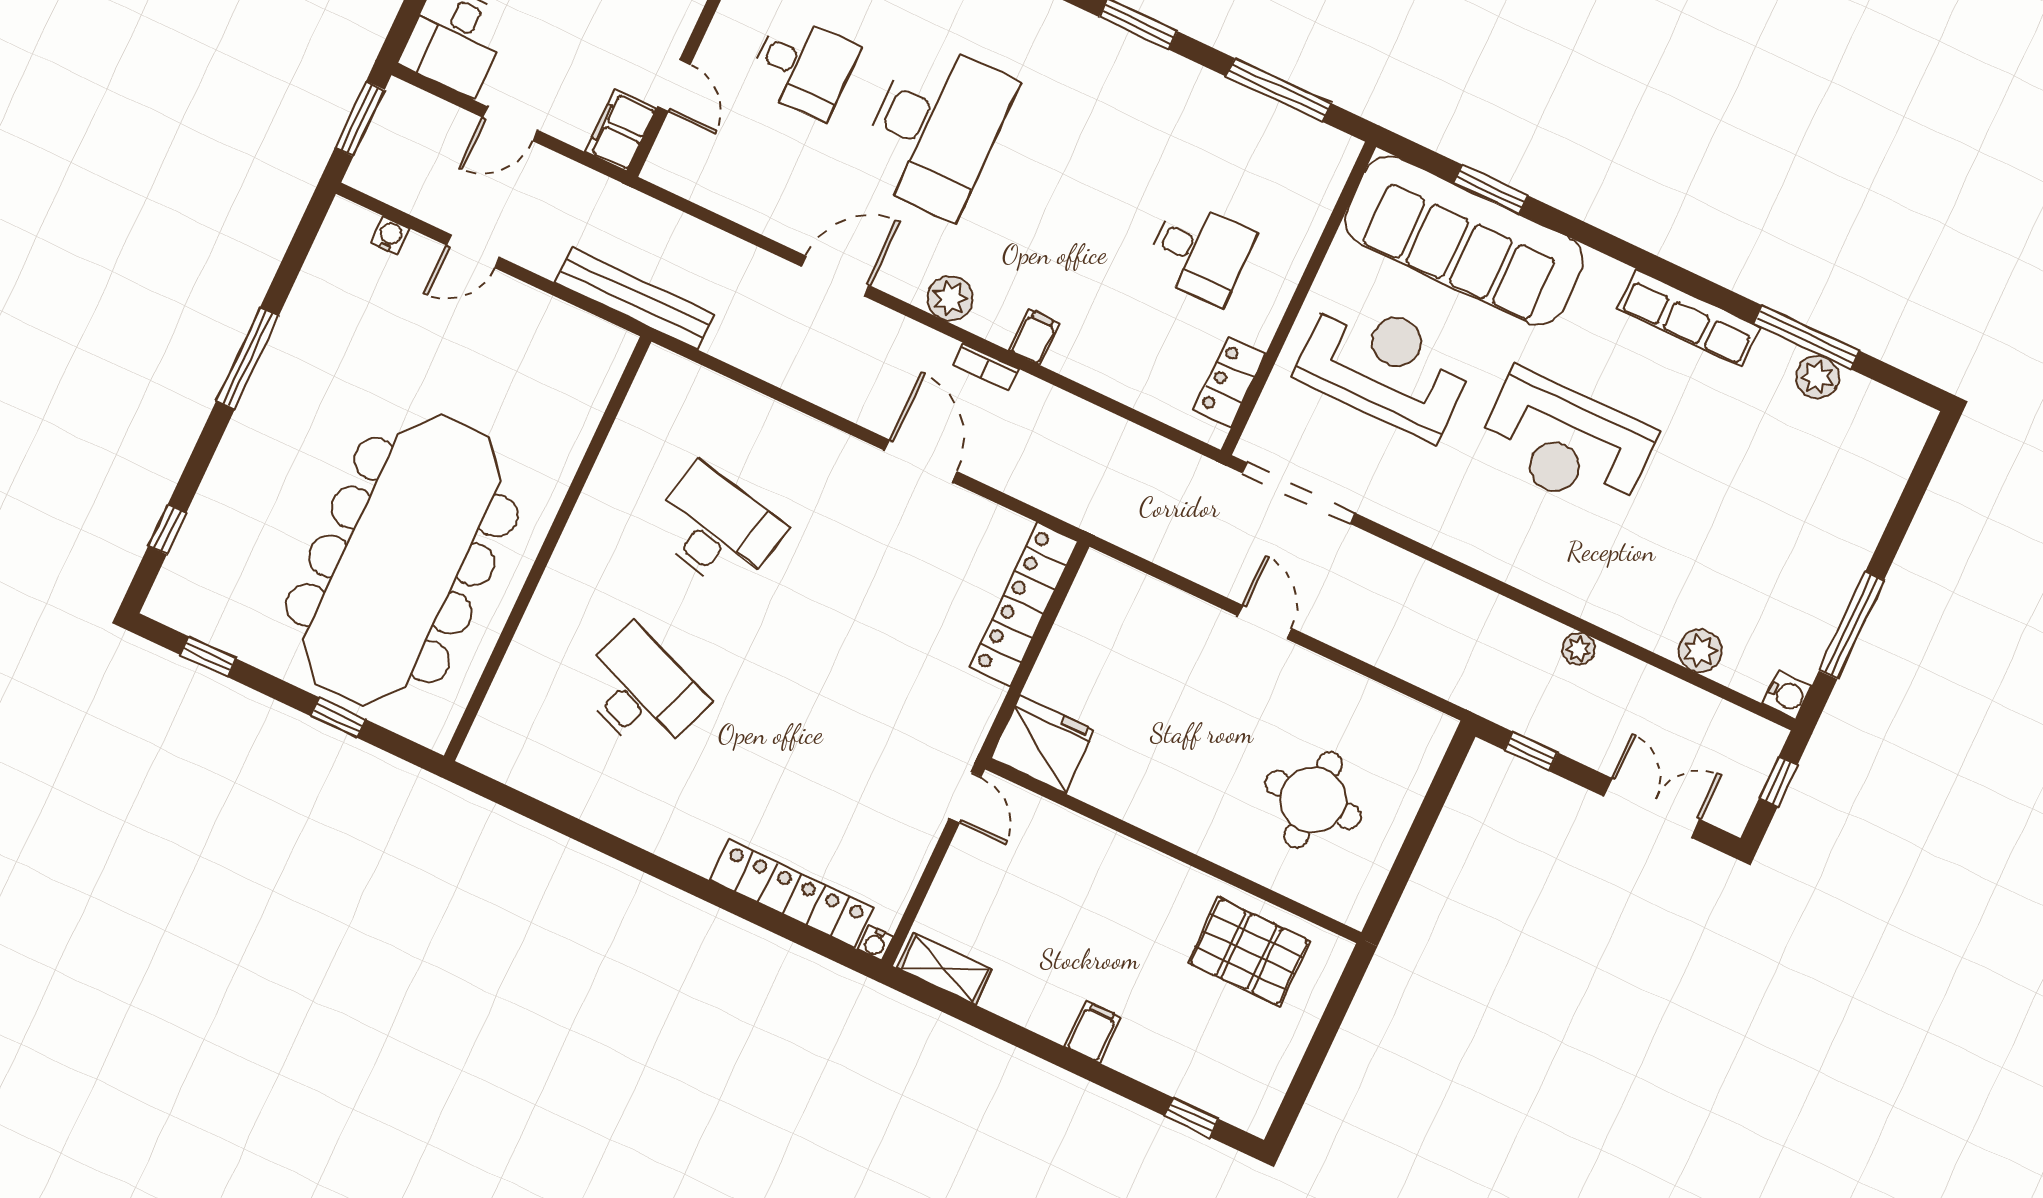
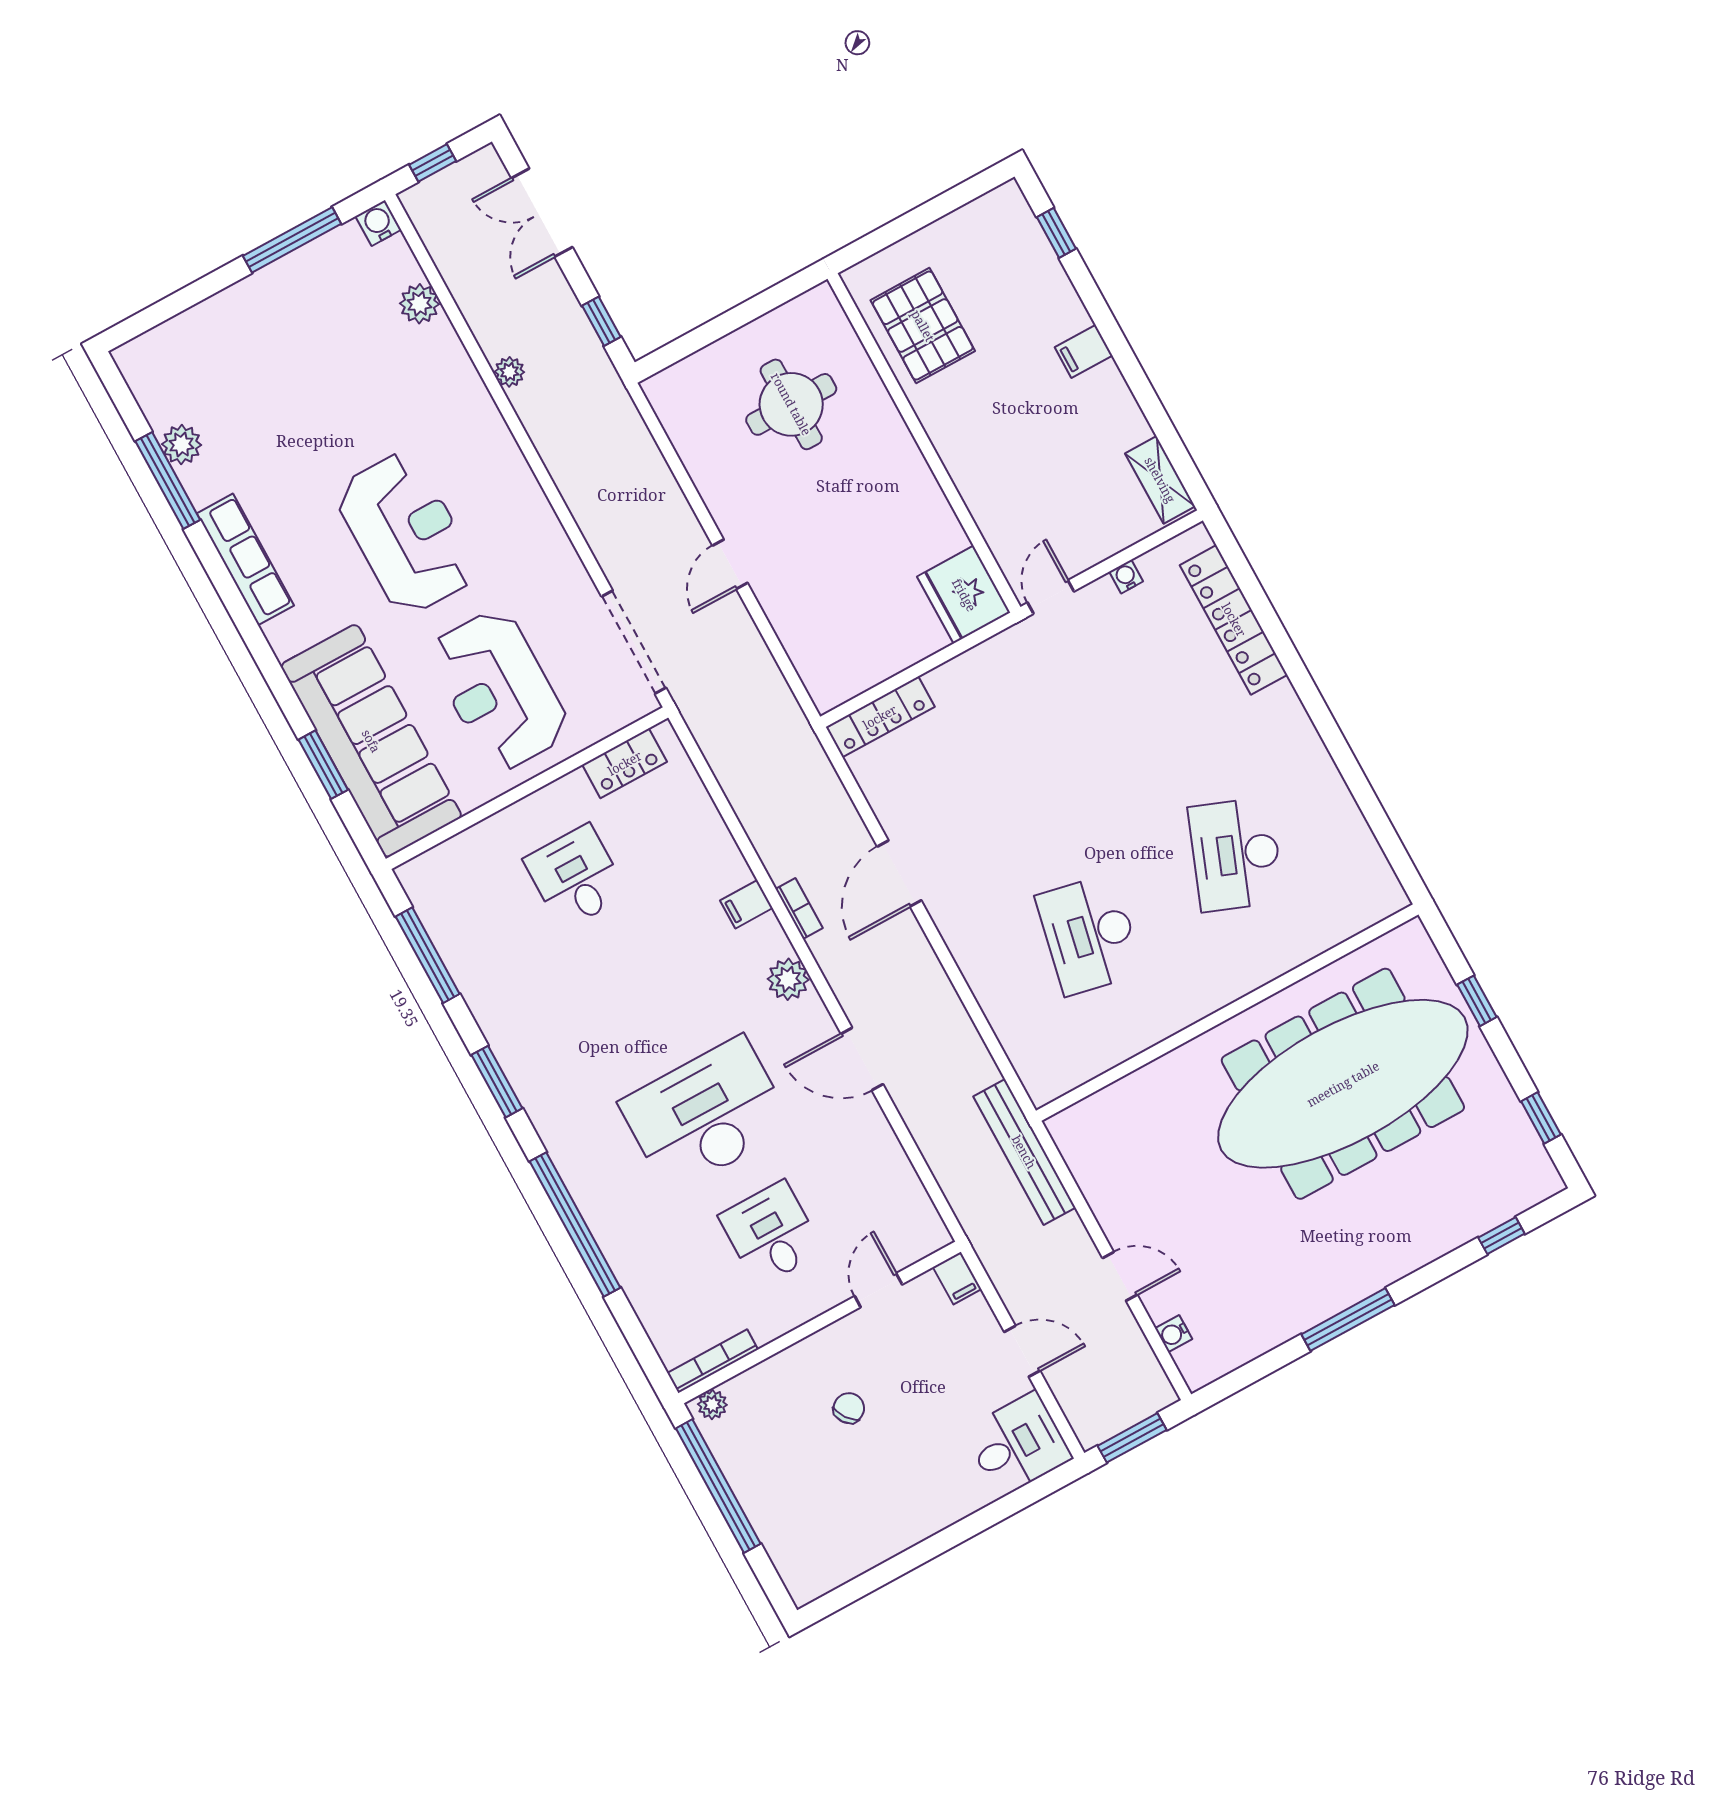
filing cabinet: (621, 130) -> (957, 1278), width x0.50
locker: (1024, 605) -> (880, 717), width x0.71, depth x0.83
water cooler: (875, 943) -> (1126, 577), moved, turned -90

